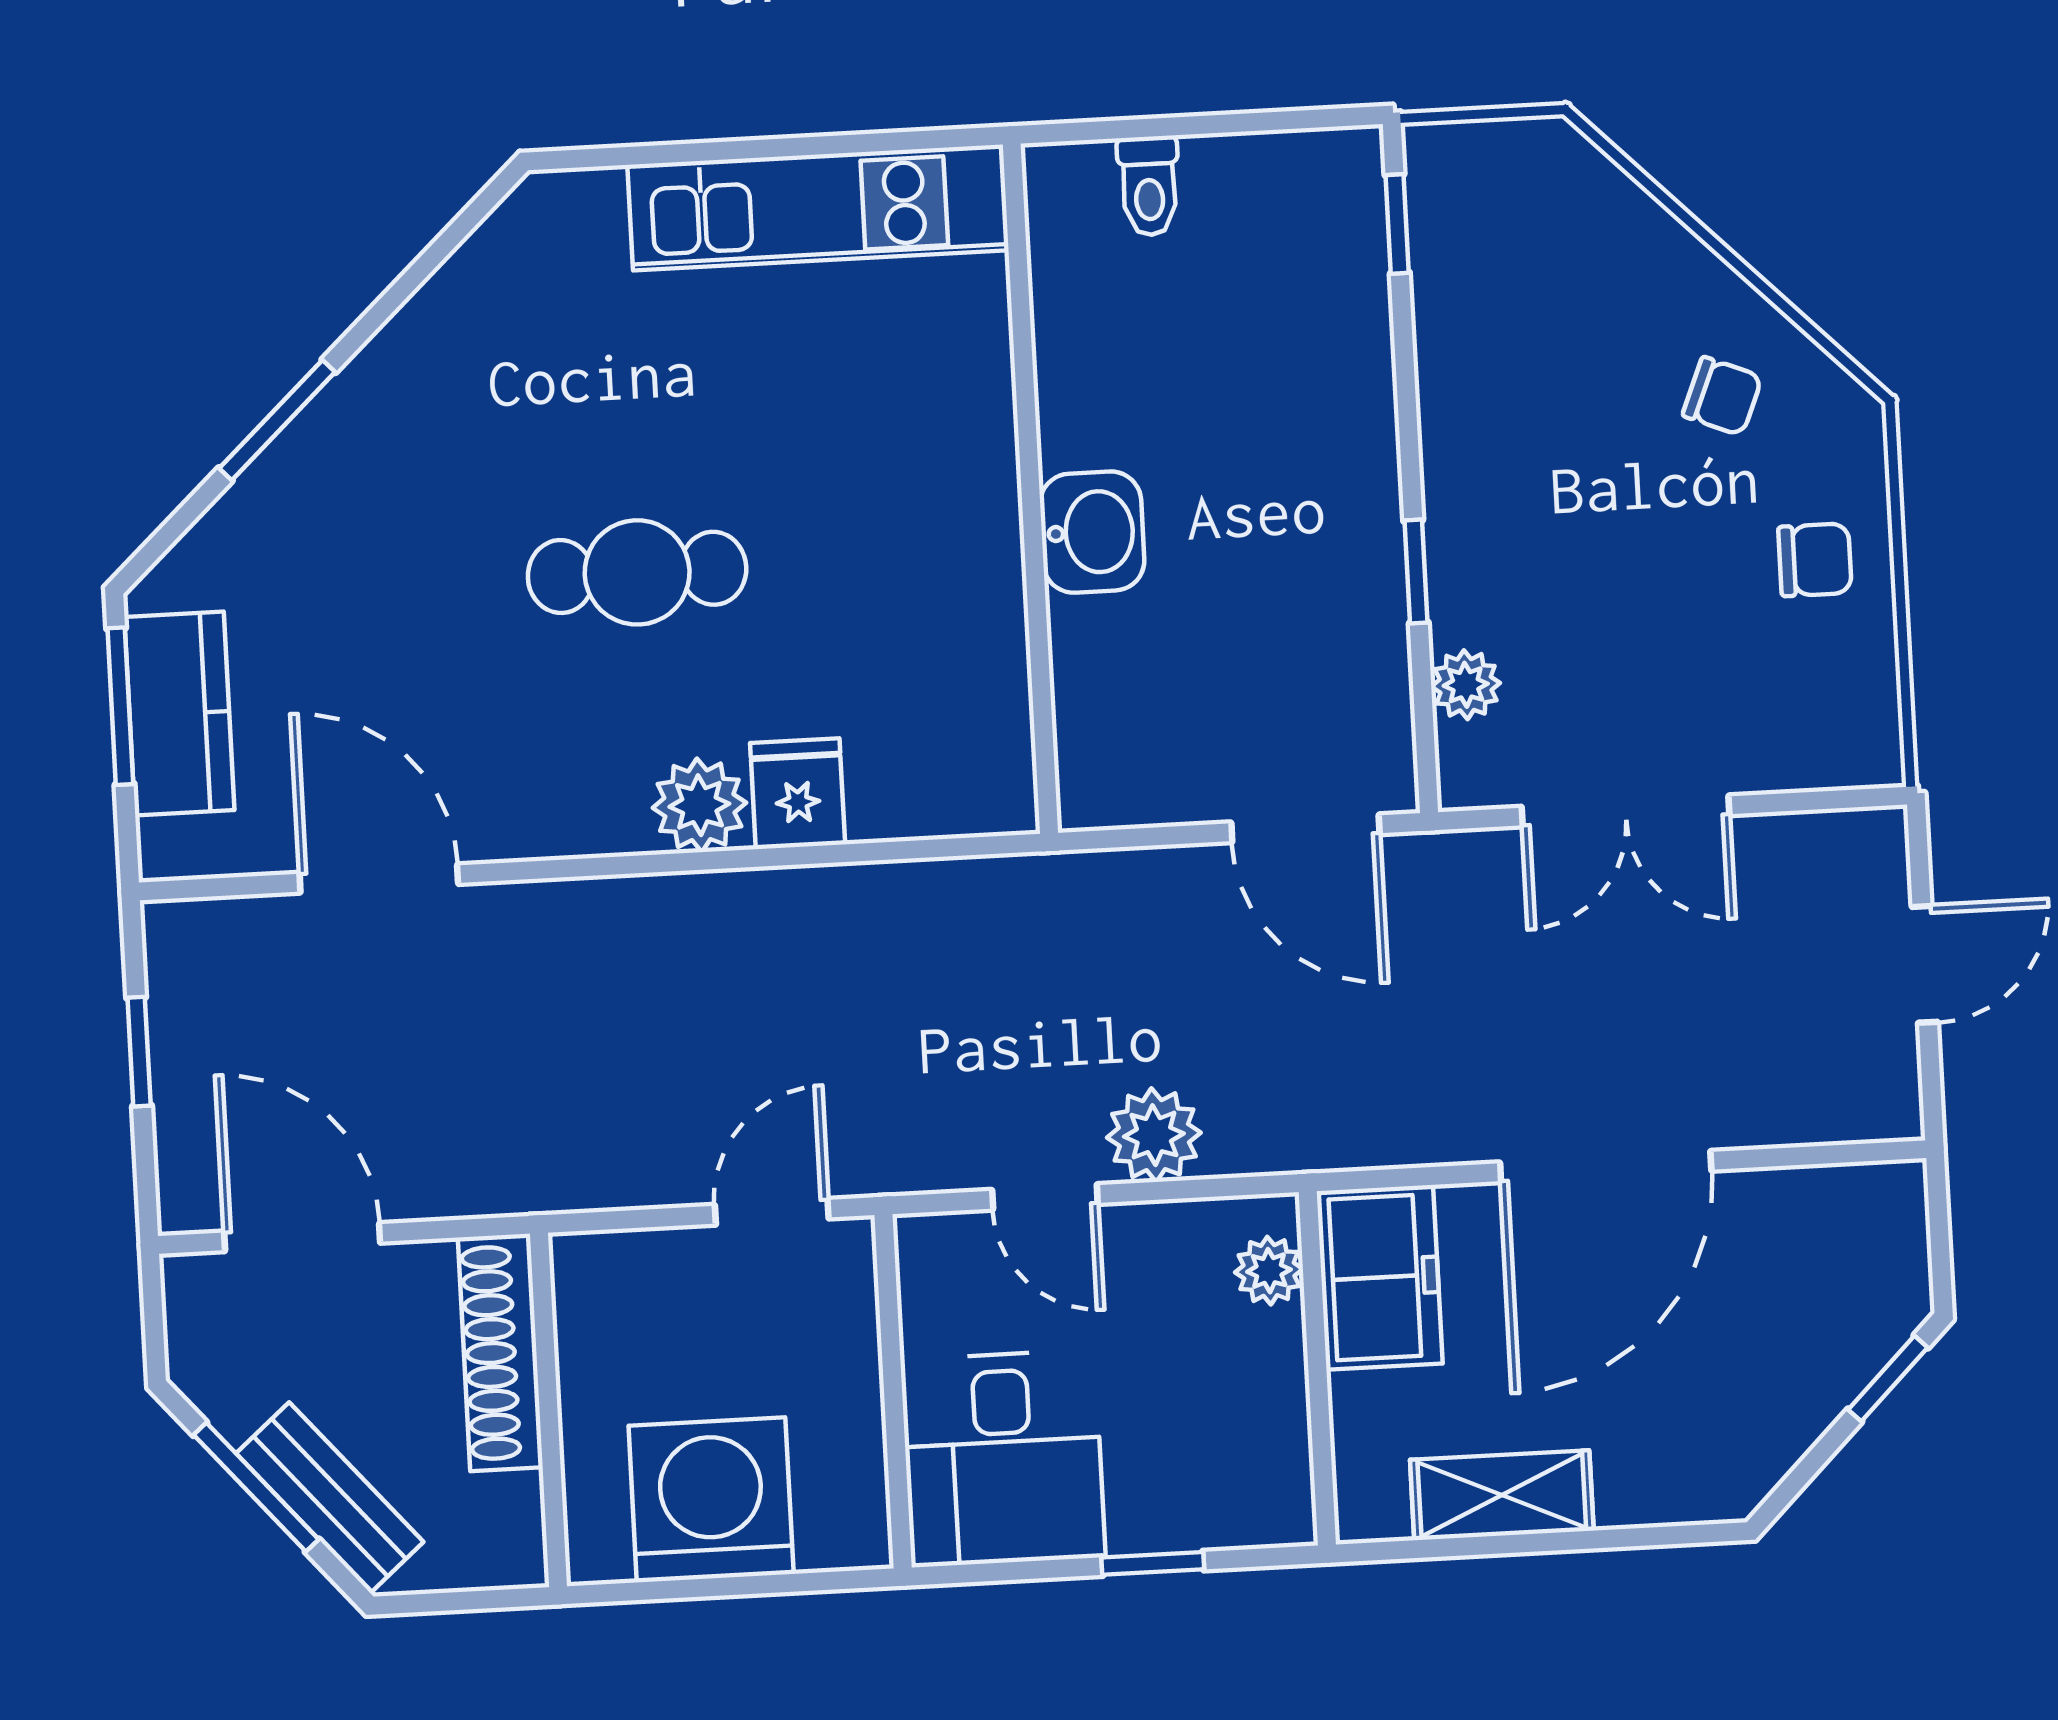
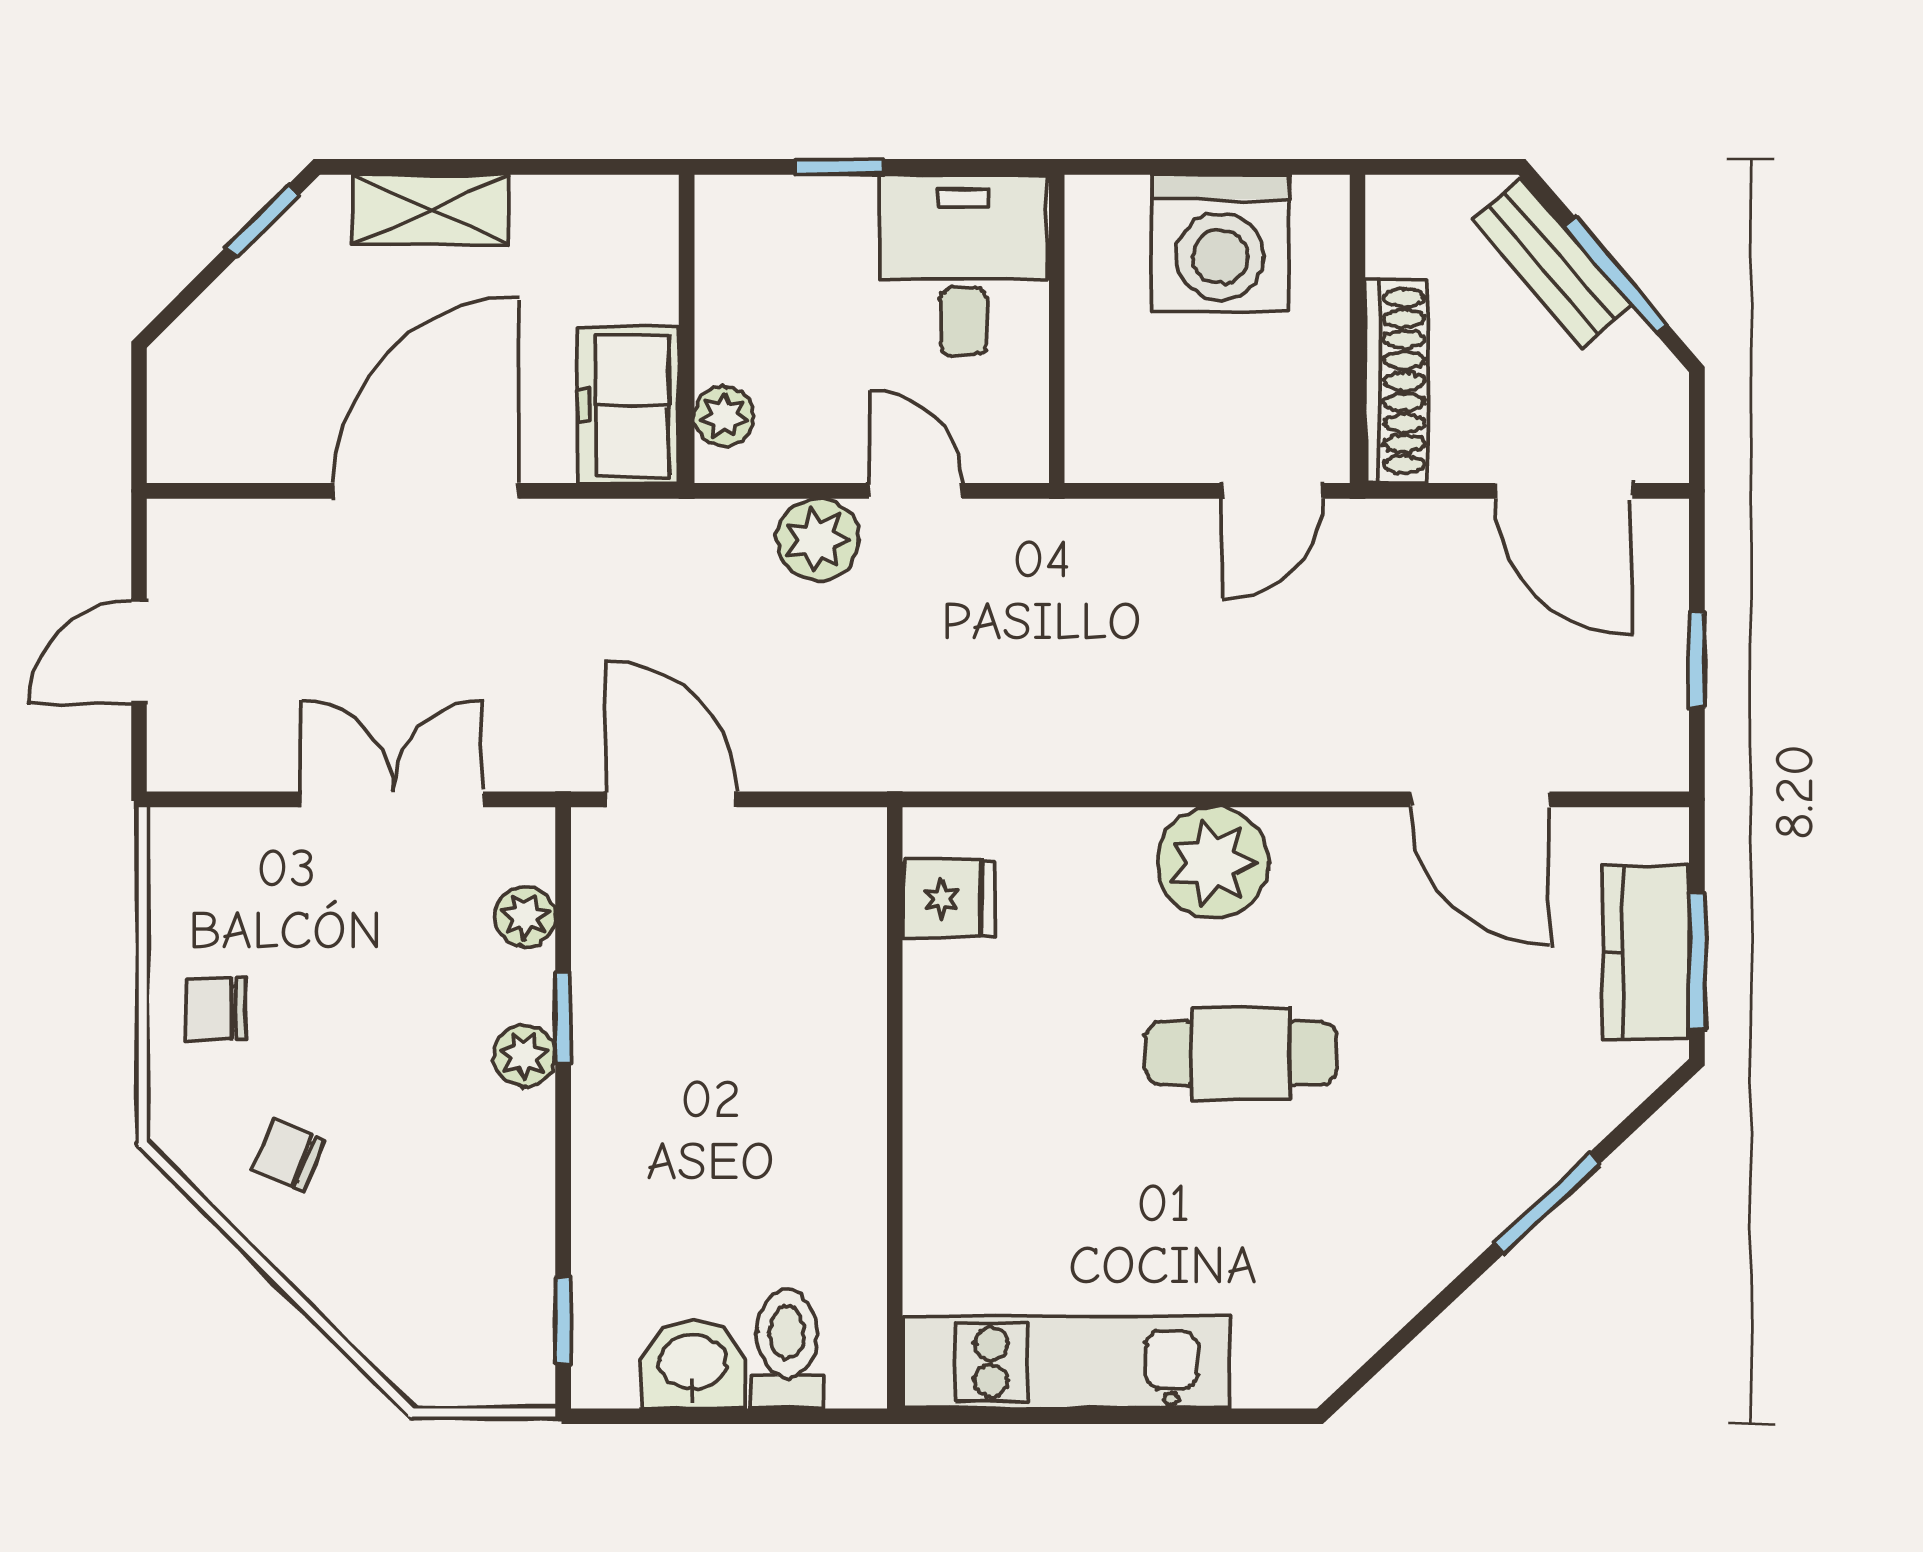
toilet: (1149, 186) -> (787, 1349), width x1.37, depth x1.39
plant: (1458, 525) -> (524, 1056), added
washbasin: (1092, 532) -> (693, 1365), moved, turned 90
fridge: (798, 794) -> (949, 899), moved, turned -90
plant: (699, 805) -> (1213, 863), width x1.36, depth x1.36
door: (772, 1212) -> (1273, 491), moved
window: (1888, 1379) -> (262, 222), moved
shelving: (1502, 1495) -> (430, 210), moved

